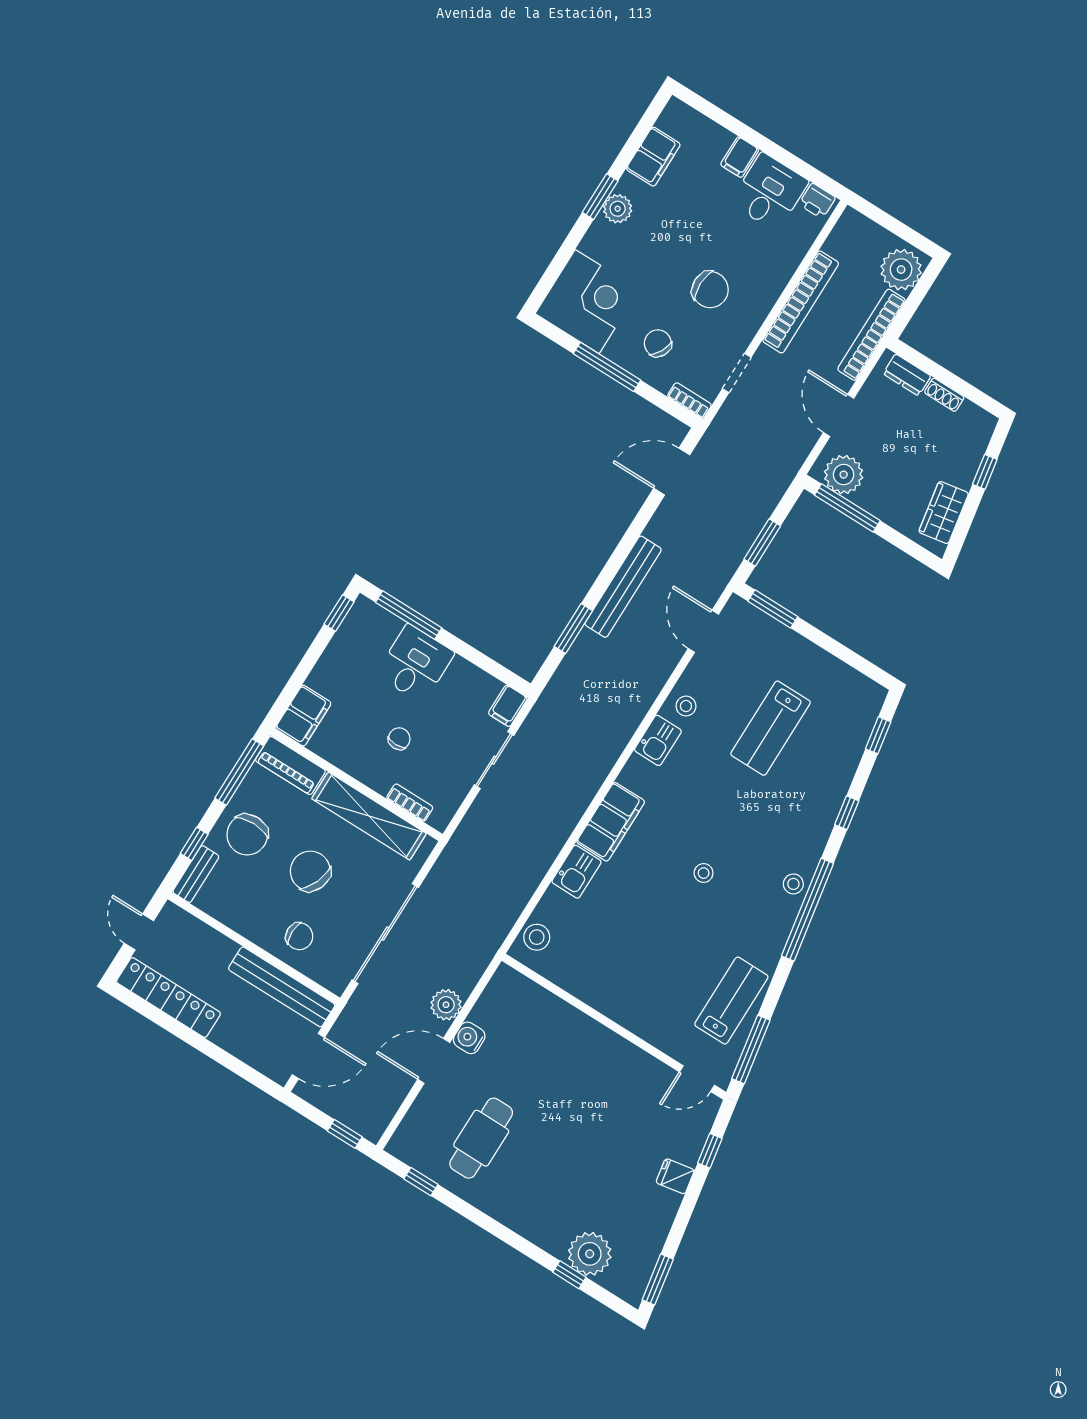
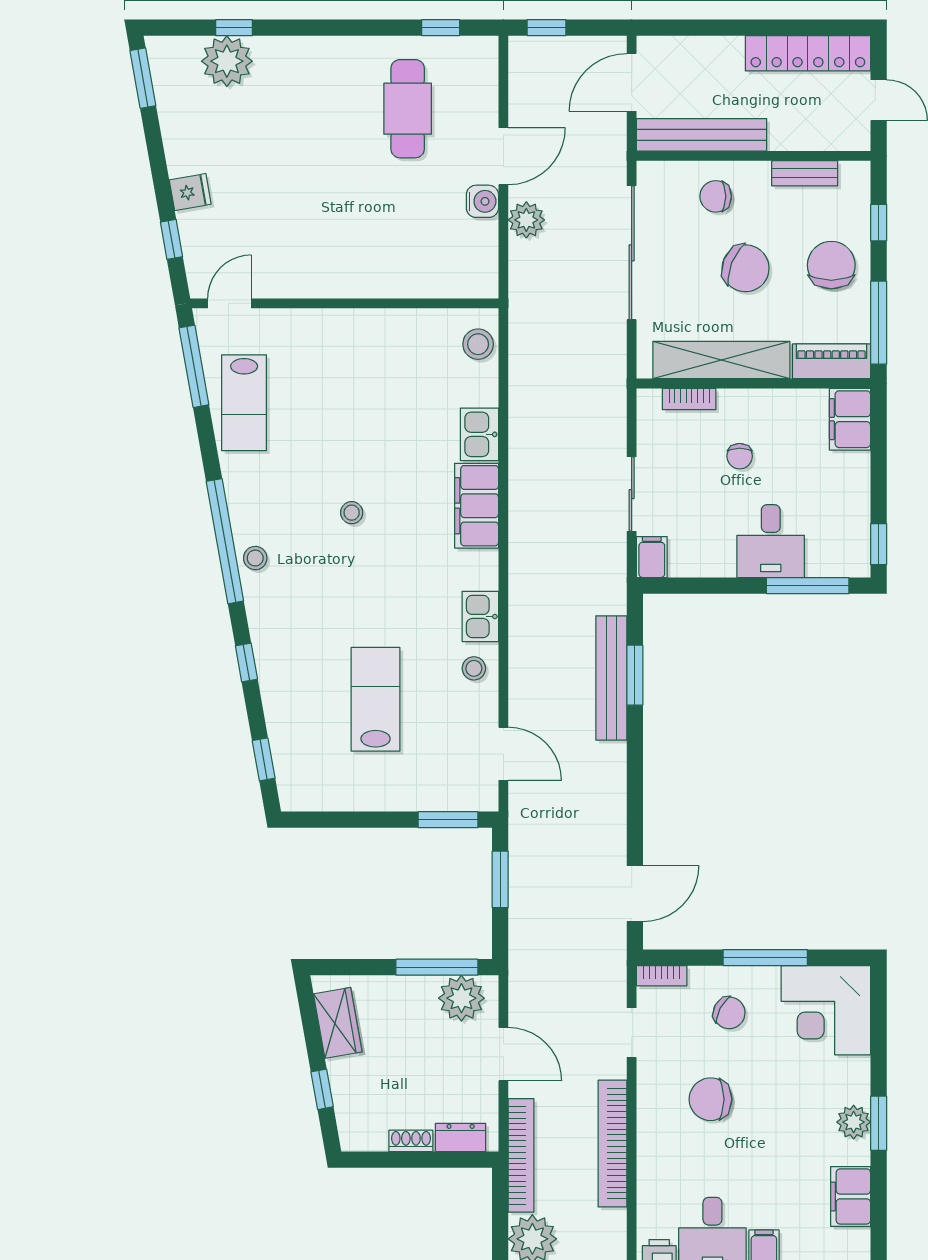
bench: (623, 587) -> (611, 678), moved
bench: (196, 874) -> (805, 173), moved, turned 90

